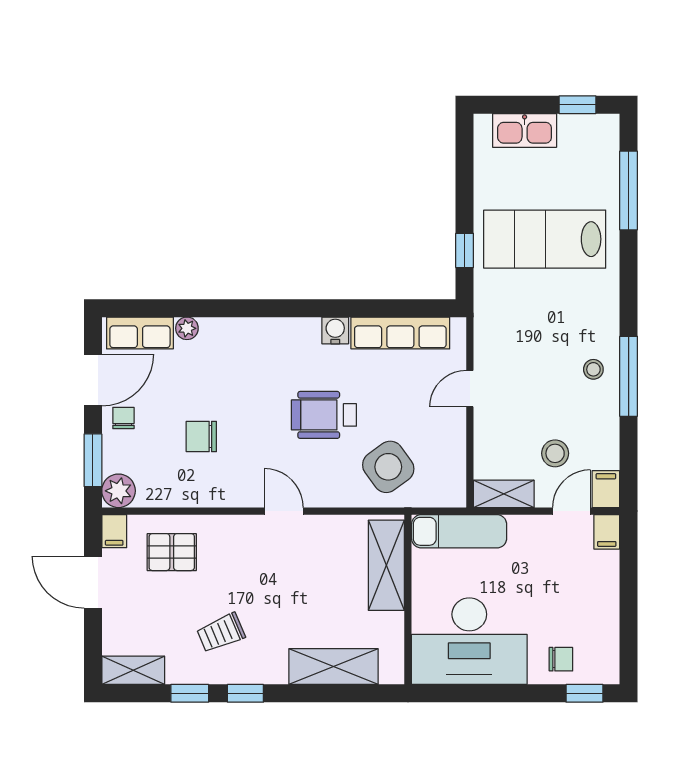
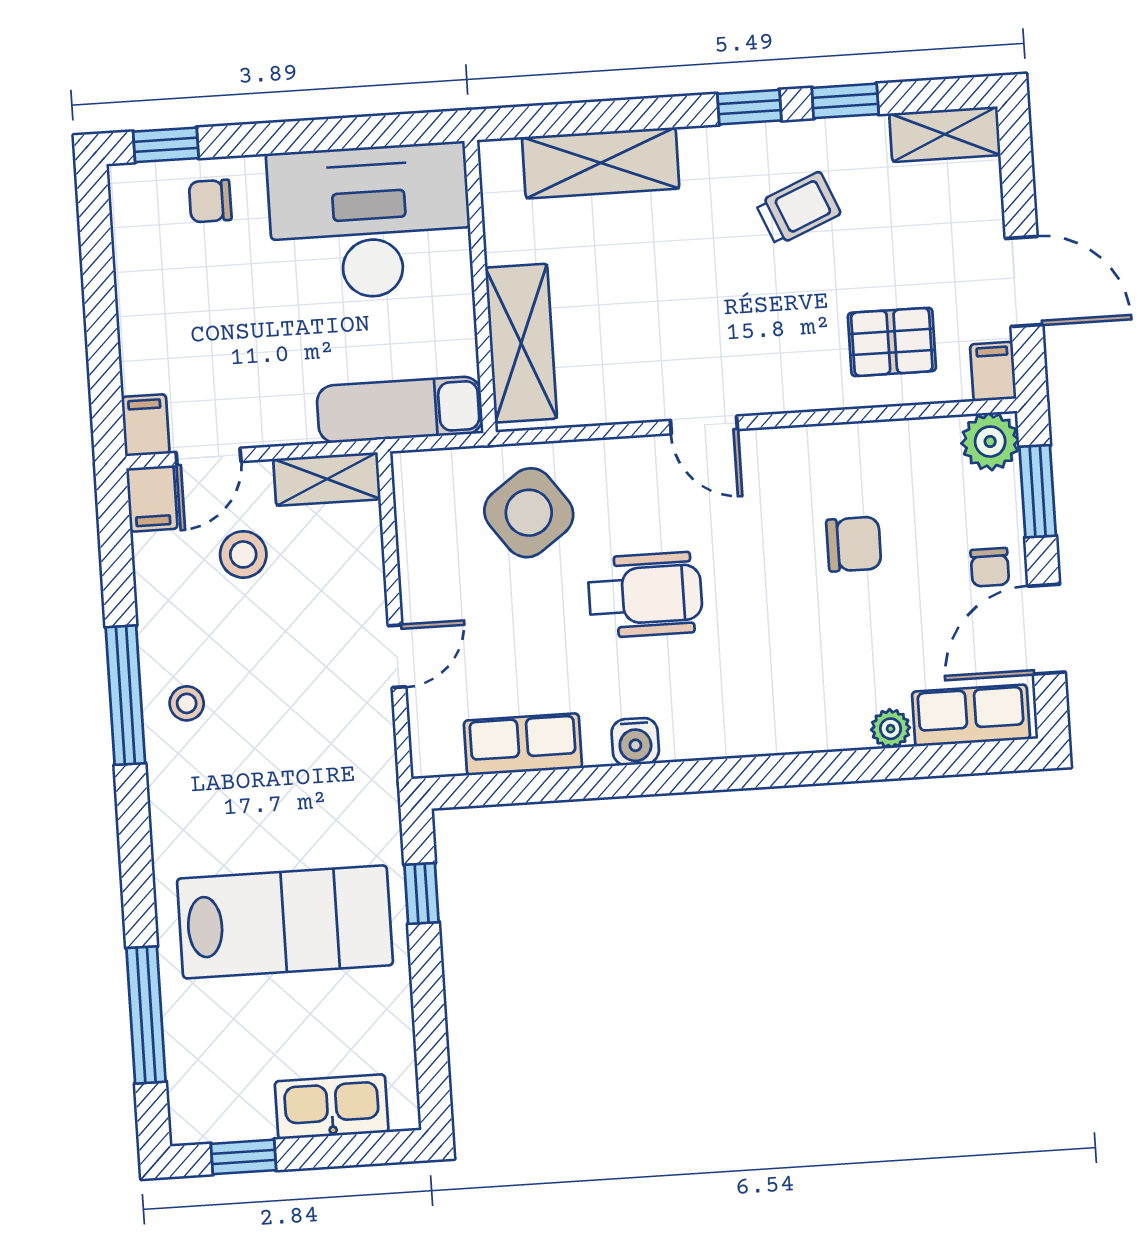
row of seats: (400, 333) -> (523, 744), width x0.68

